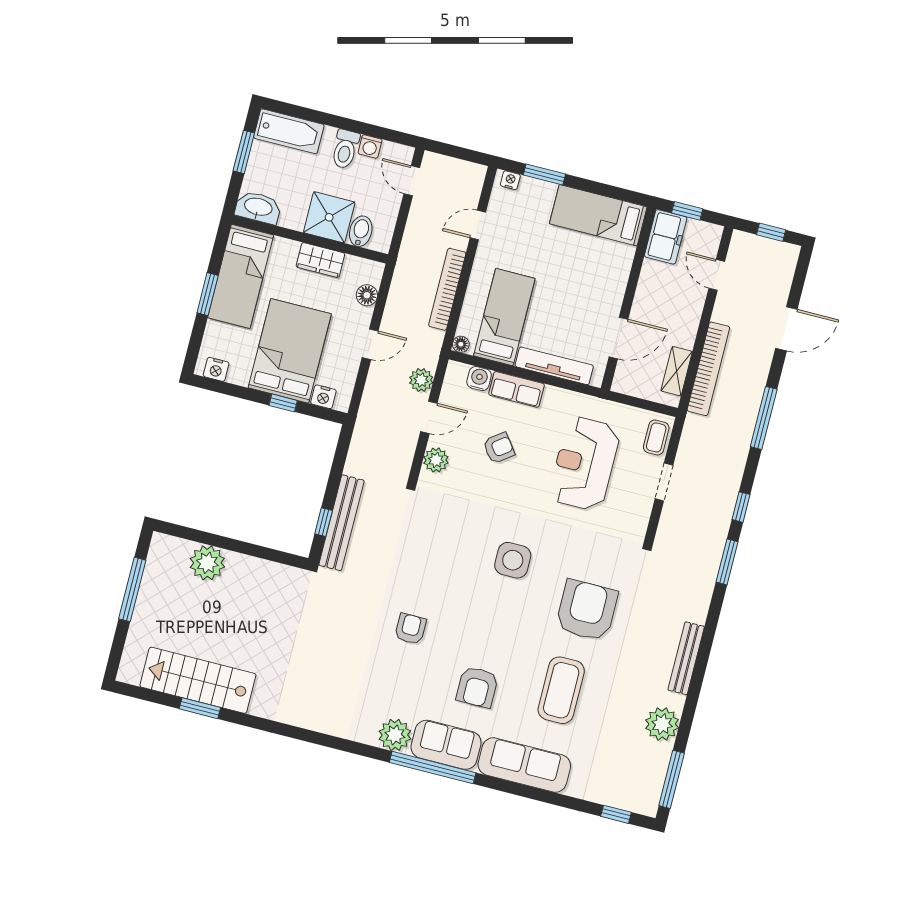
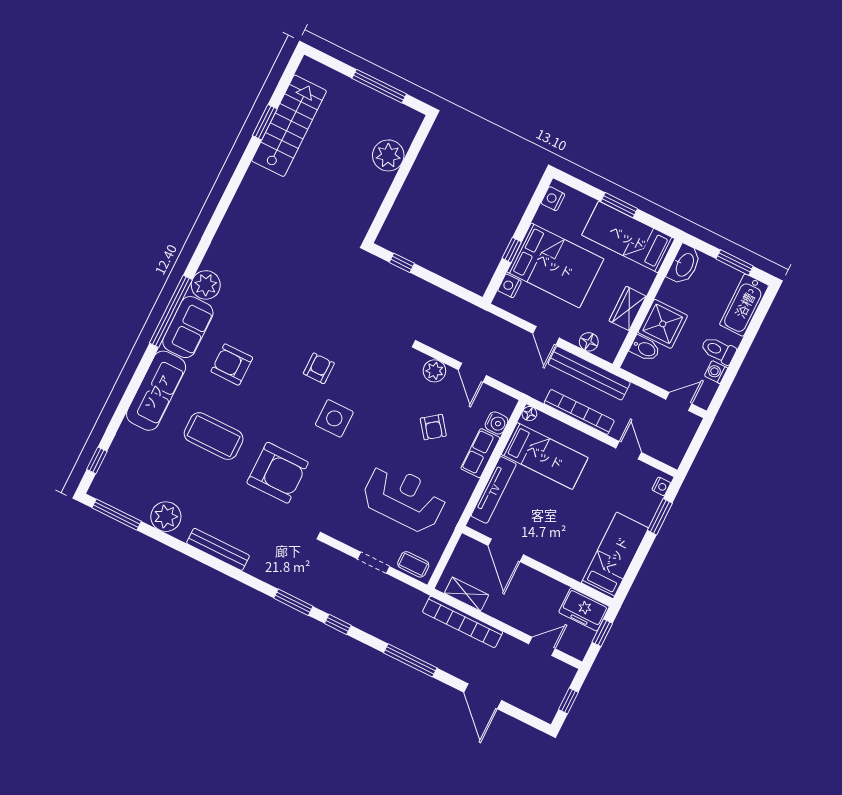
plant: (421, 380) -> (506, 373), removed
bench: (341, 523) -> (589, 373), moved
armchair: (411, 629) -> (319, 368), moved, turned -90

